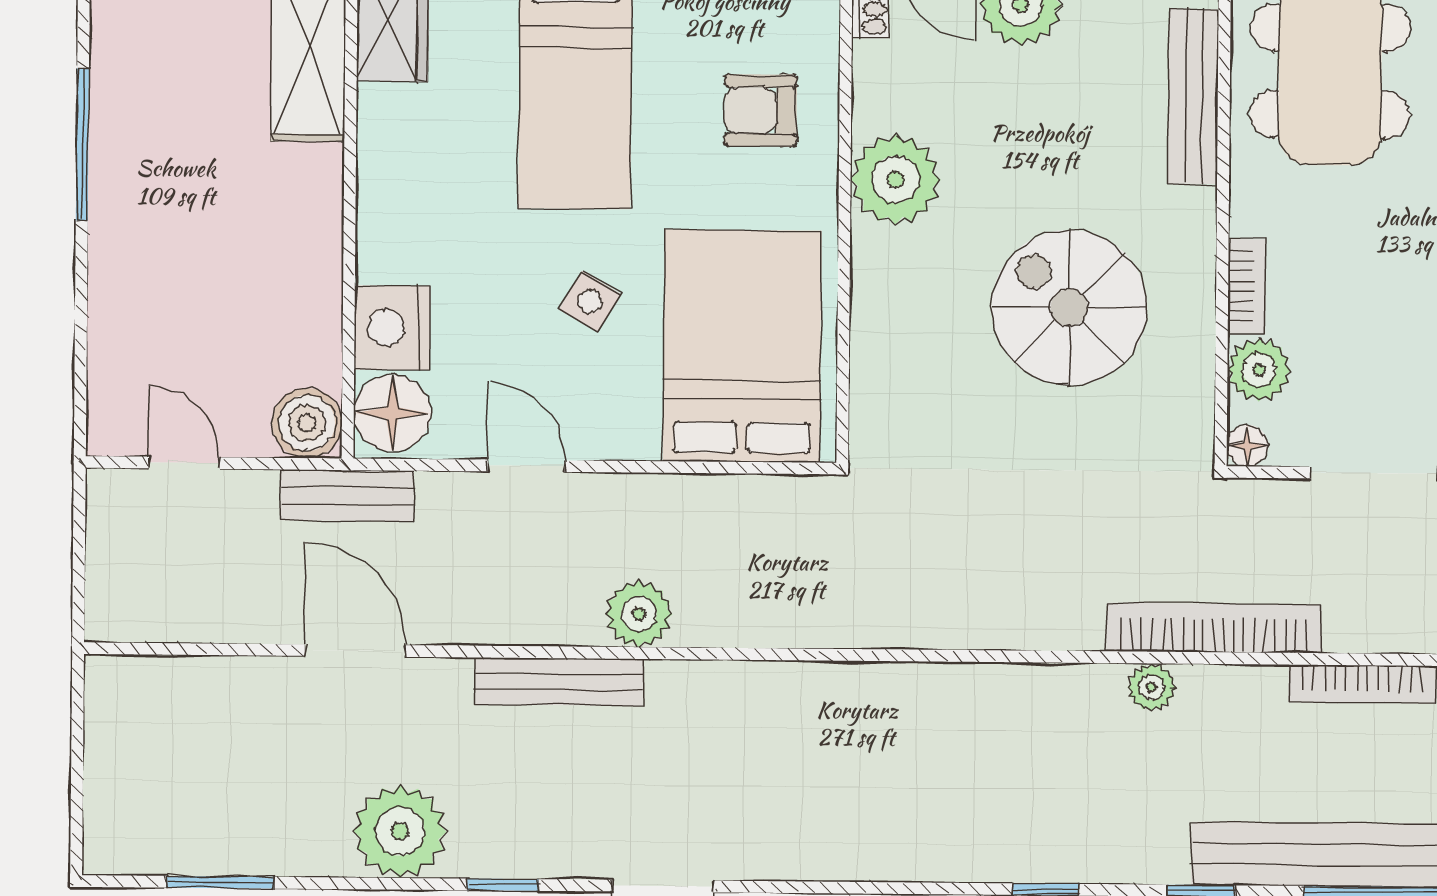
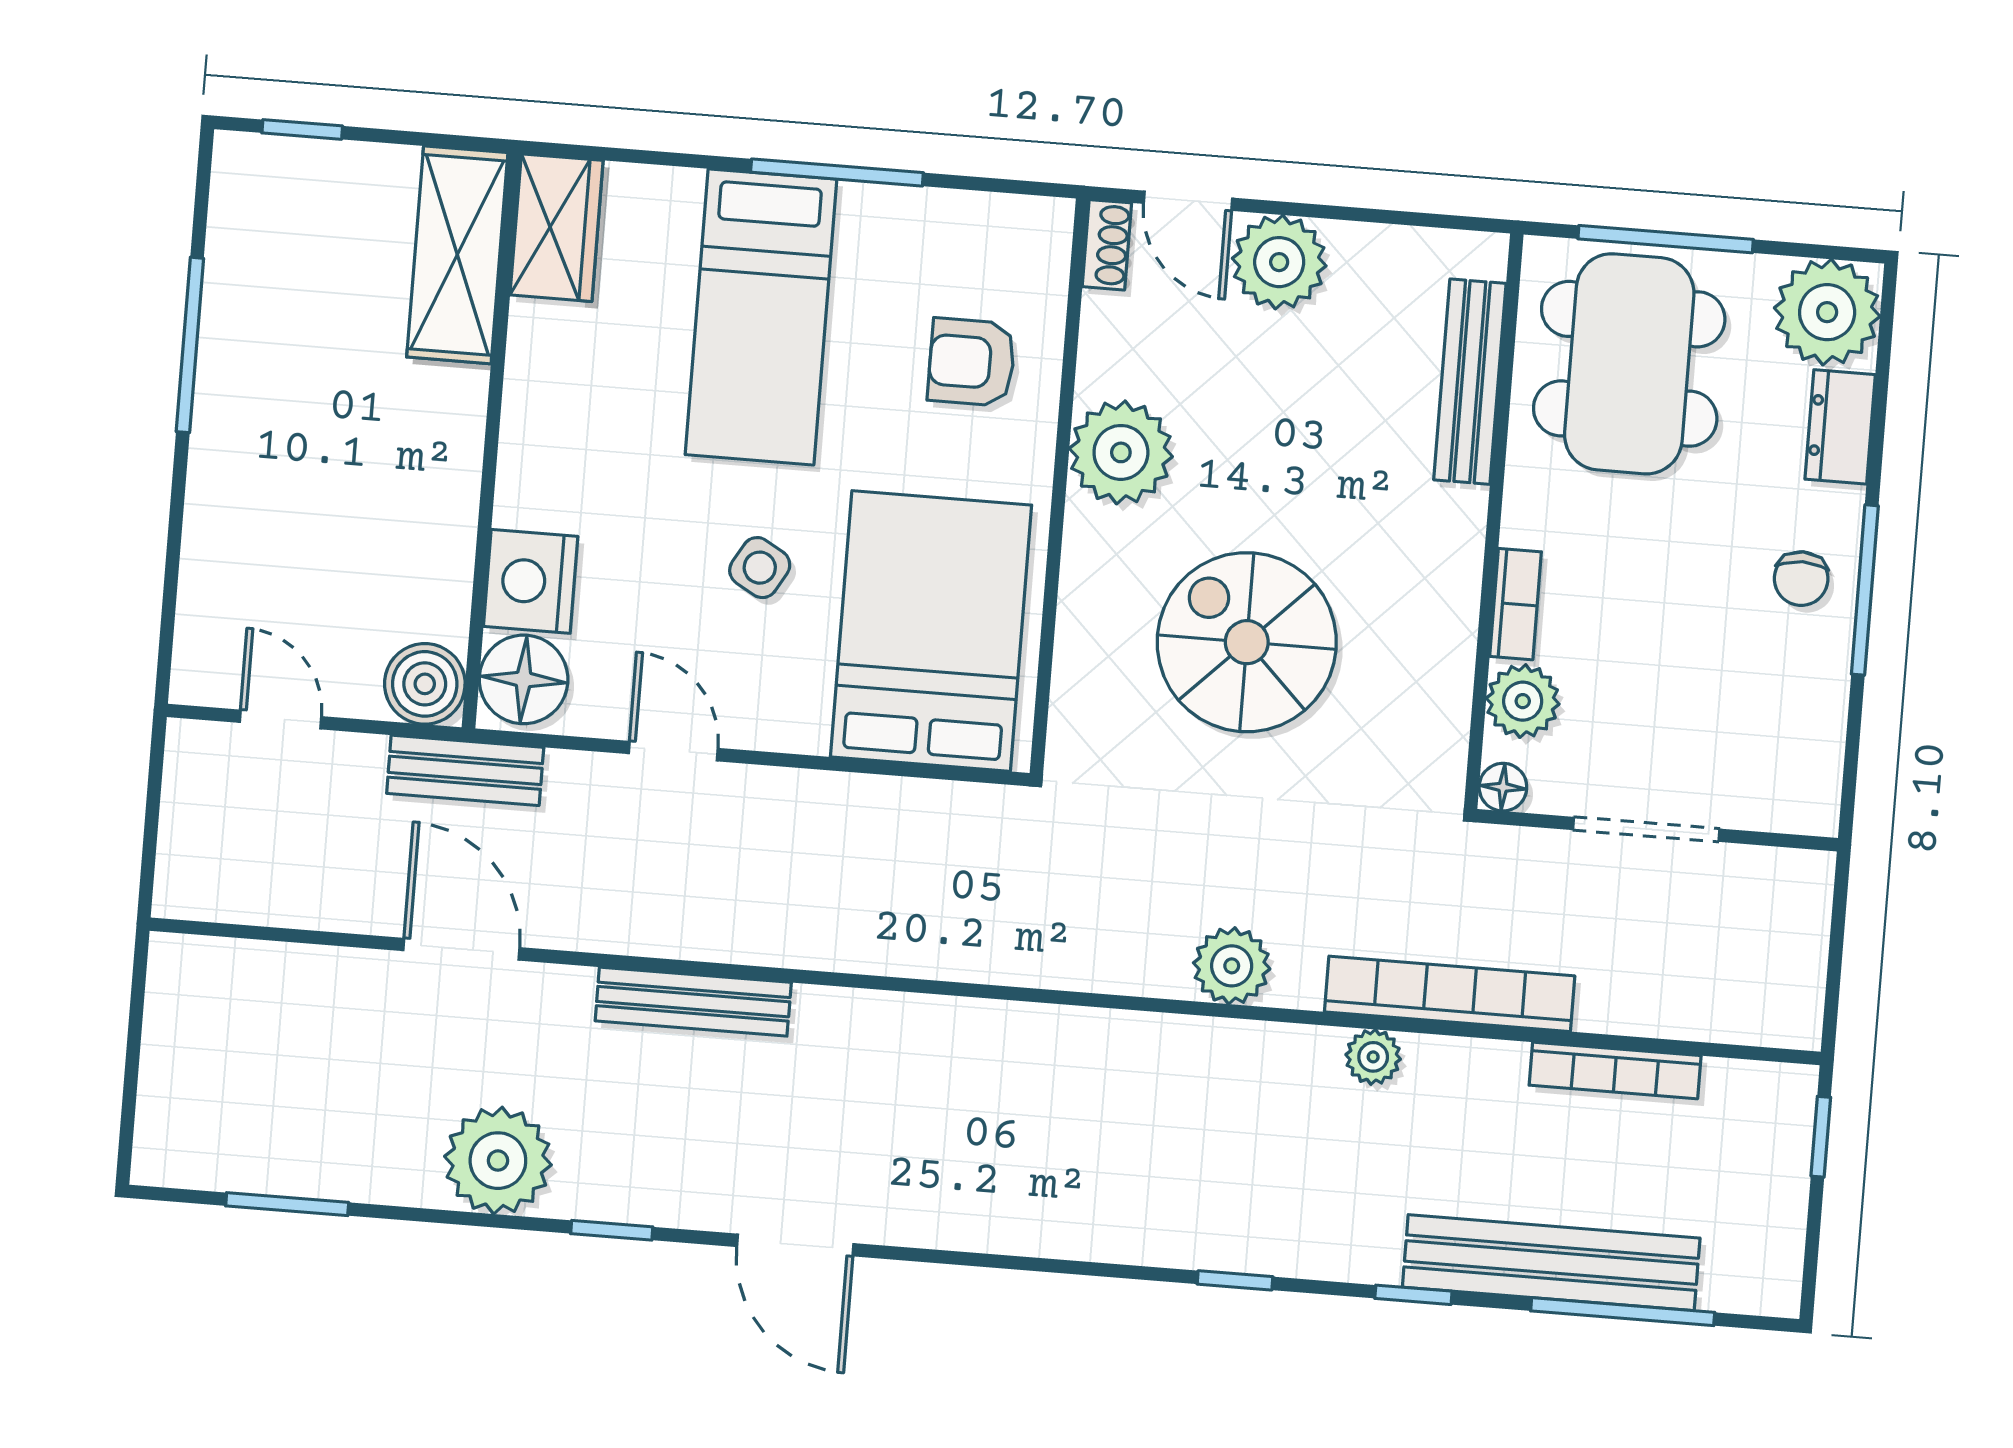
spiral stairs: (1069, 308) -> (1247, 642), moved
plant: (639, 614) -> (1232, 966), moved

